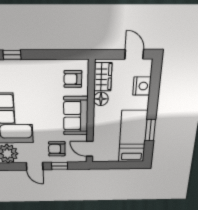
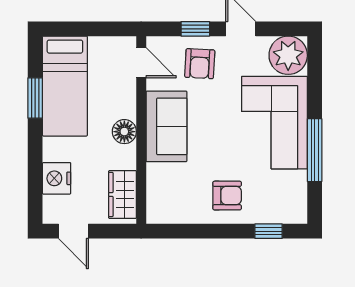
armchair: (73, 79) -> (227, 196), moved
floor lamp: (101, 99) -> (124, 132), moved
armchair: (57, 149) -> (200, 64), turned 93

